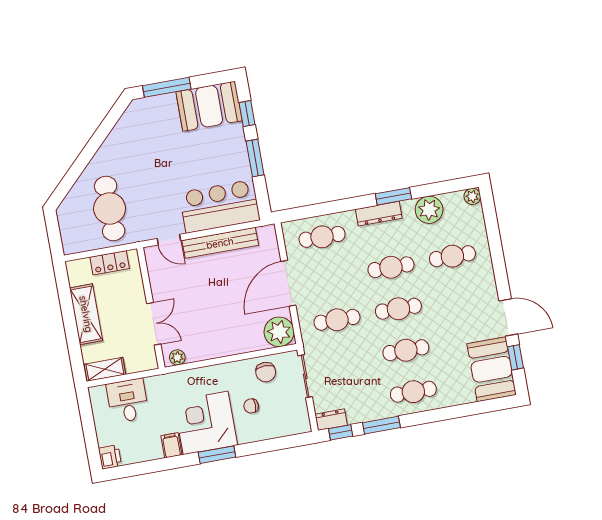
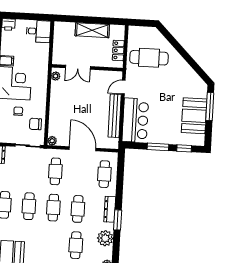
booth: (209, 106) -> (194, 116), moved
plant: (279, 332) -> (52, 141), width x0.53, depth x0.53
shelving: (105, 369) -> (59, 33), removed
desk: (128, 401) -> (38, 31), moved

